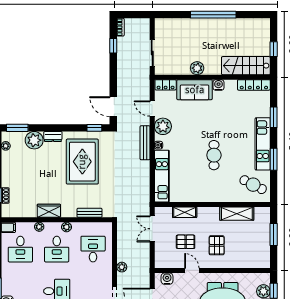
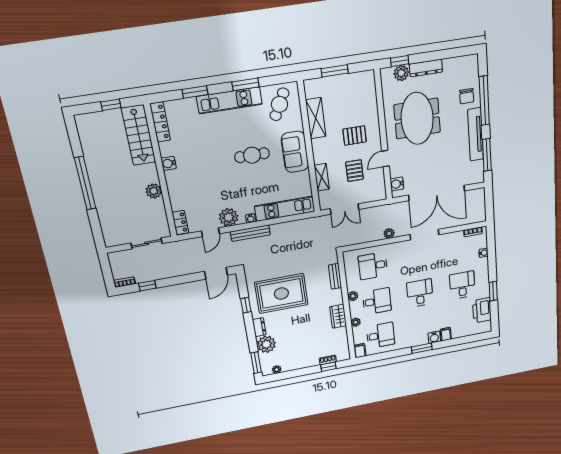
sofa: (195, 90) -> (295, 152), moved, turned 180
window: (94, 128) -> (246, 305), moved

